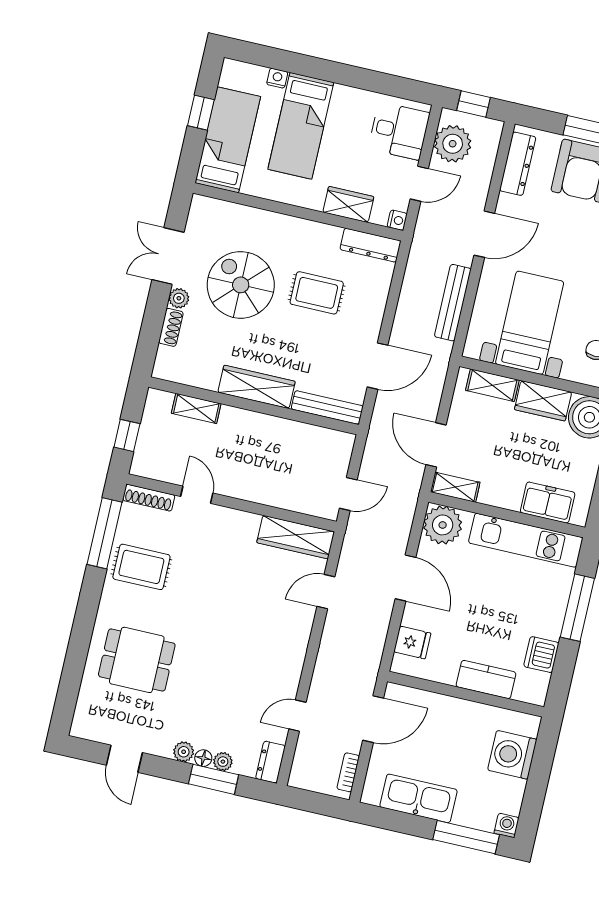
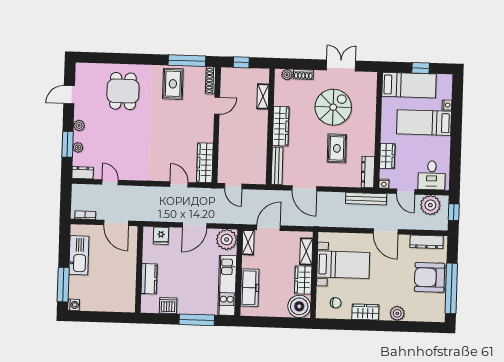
plant: (179, 298) -> (287, 75), moved
bench: (453, 303) -> (366, 199), moved
freezer: (548, 503) -> (250, 288), width x1.40
washing machine: (512, 755) -> (112, 301), removed
floor lamp: (203, 758) -> (78, 137), removed

